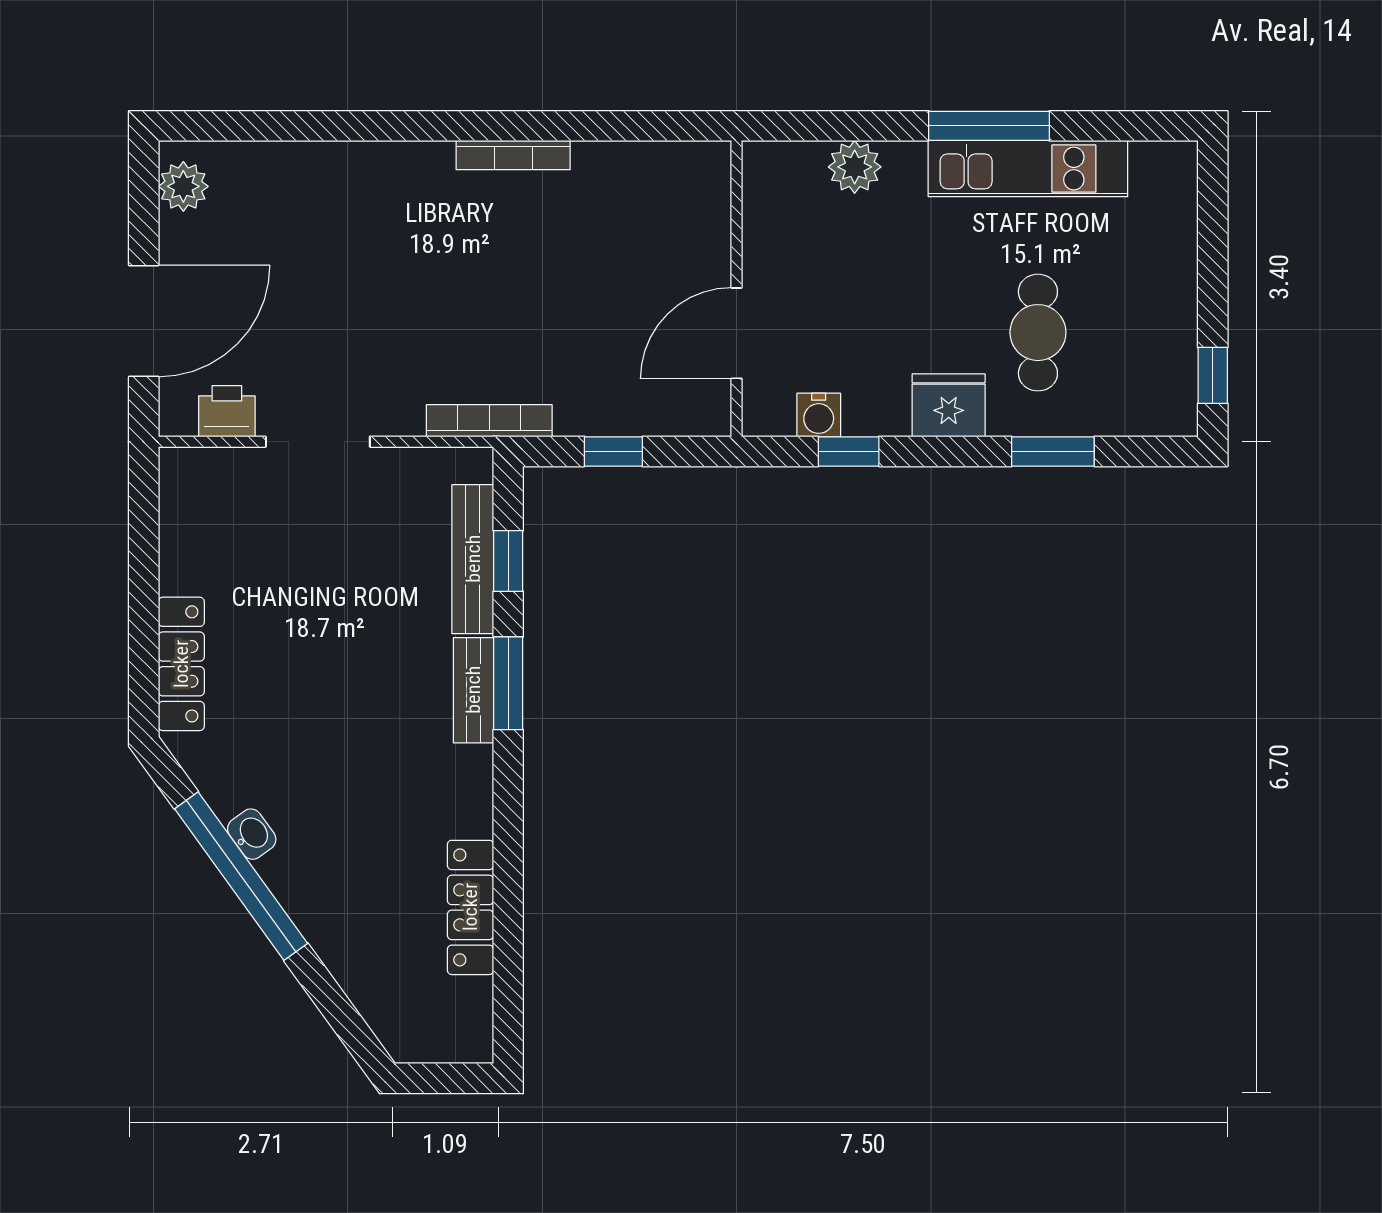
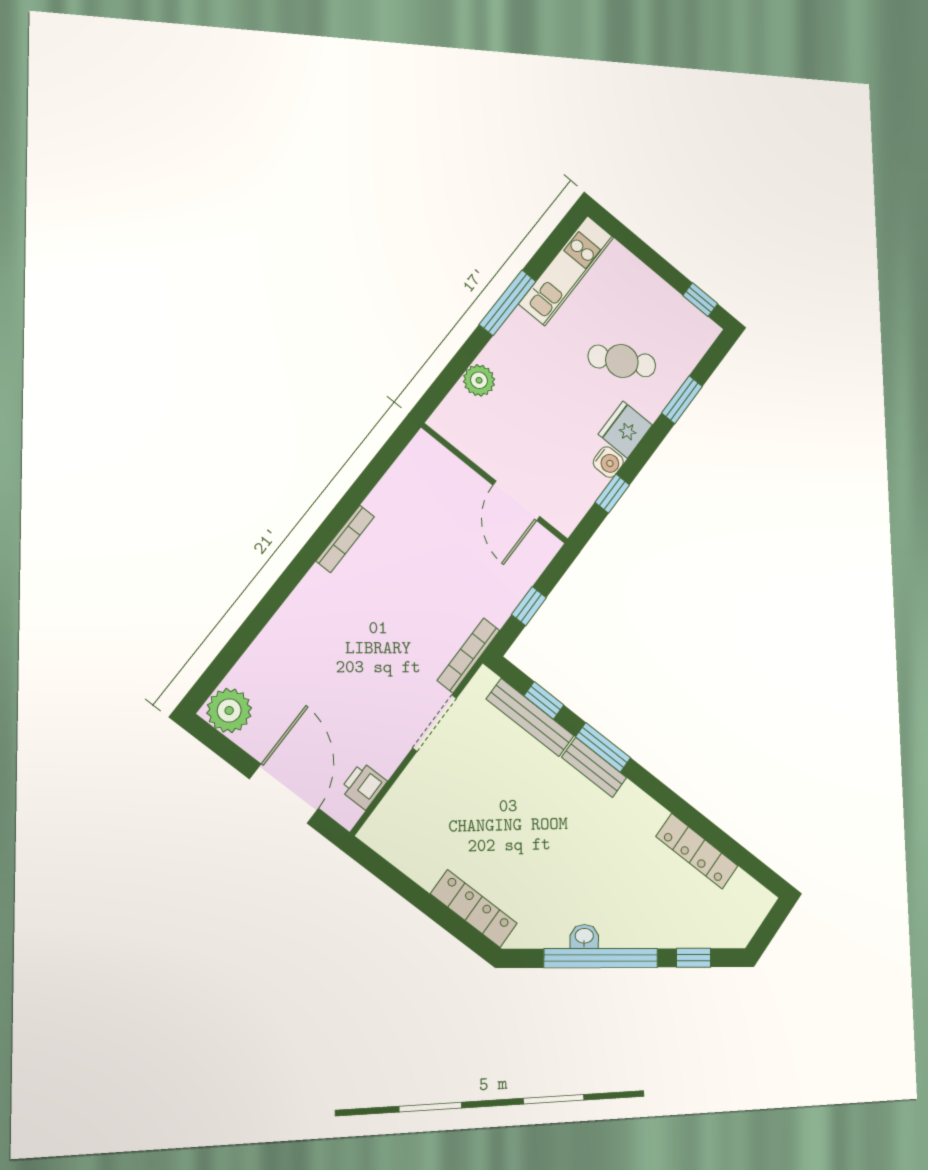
kitchen unit: (1028, 169) -> (566, 270), moved
plant: (183, 186) -> (229, 710), width x1.36, depth x1.36
cafe table: (1038, 333) -> (622, 361), turned -30
water cooler: (819, 415) -> (608, 462), moved
doorway: (318, 442) -> (435, 723), moved
window: (331, 1001) -> (694, 958), added

